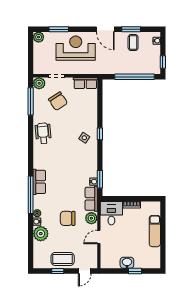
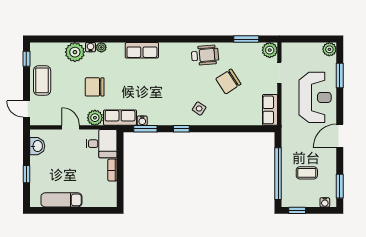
window: (131, 29) -> (340, 186), moved
coffee table: (133, 43) -> (307, 173), moved
window: (31, 101) -> (246, 39), width x0.69
chair: (58, 101) -> (228, 81), moved
window: (100, 134) -> (181, 129), moved
window: (31, 195) -> (125, 39), removed
chair: (68, 218) -> (95, 87), turned -90
exam couch: (155, 231) -> (61, 200), moved
washbasin: (127, 263) -> (37, 146), moved
window: (58, 271) -> (26, 59), moved

